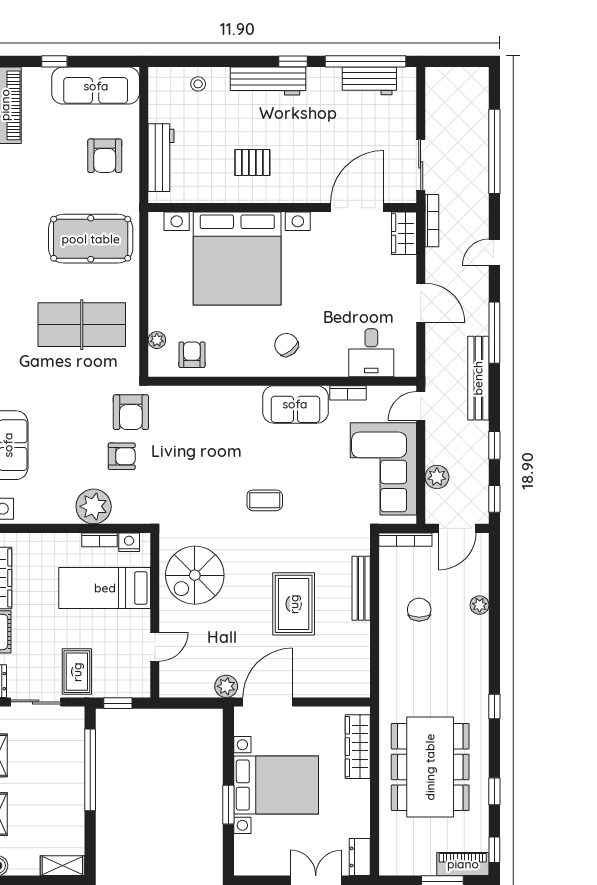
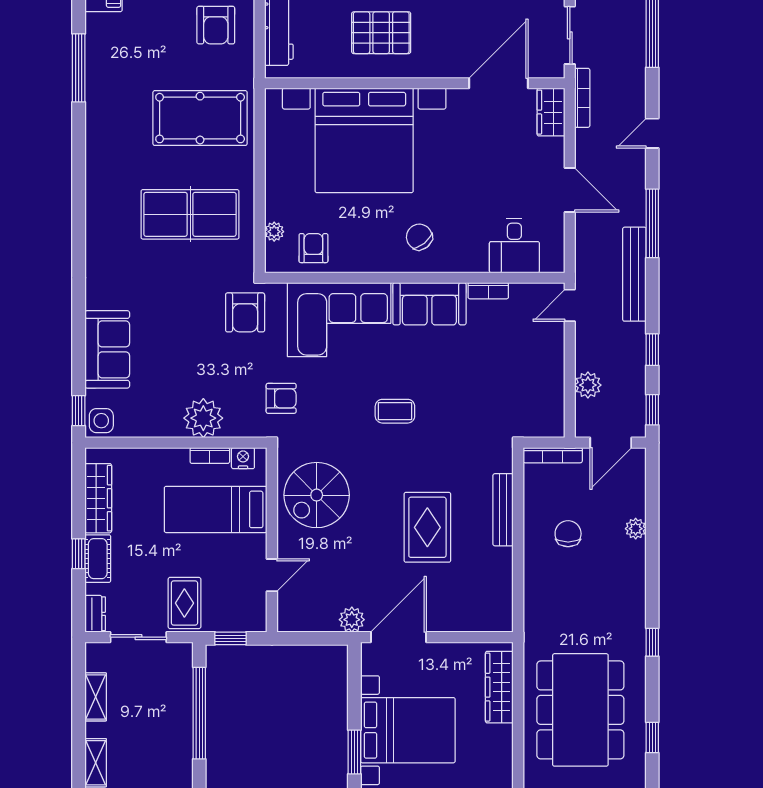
pallet: (252, 162) -> (381, 33), width x1.50, depth x1.42
armchair: (122, 456) -> (281, 398), moved
corner sofa: (383, 469) -> (339, 320), moved, turned -90

